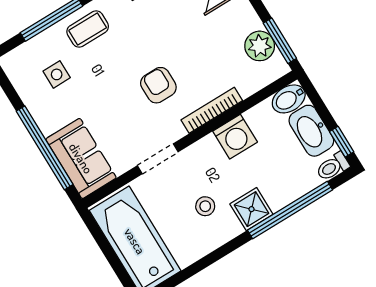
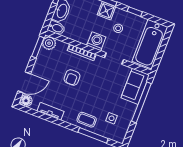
plant: (260, 46) -> (49, 43), moved
armchair: (158, 85) -> (72, 77), moved
washing machine: (235, 137) -> (96, 41), moved
window: (212, 258) -> (135, 12), added

